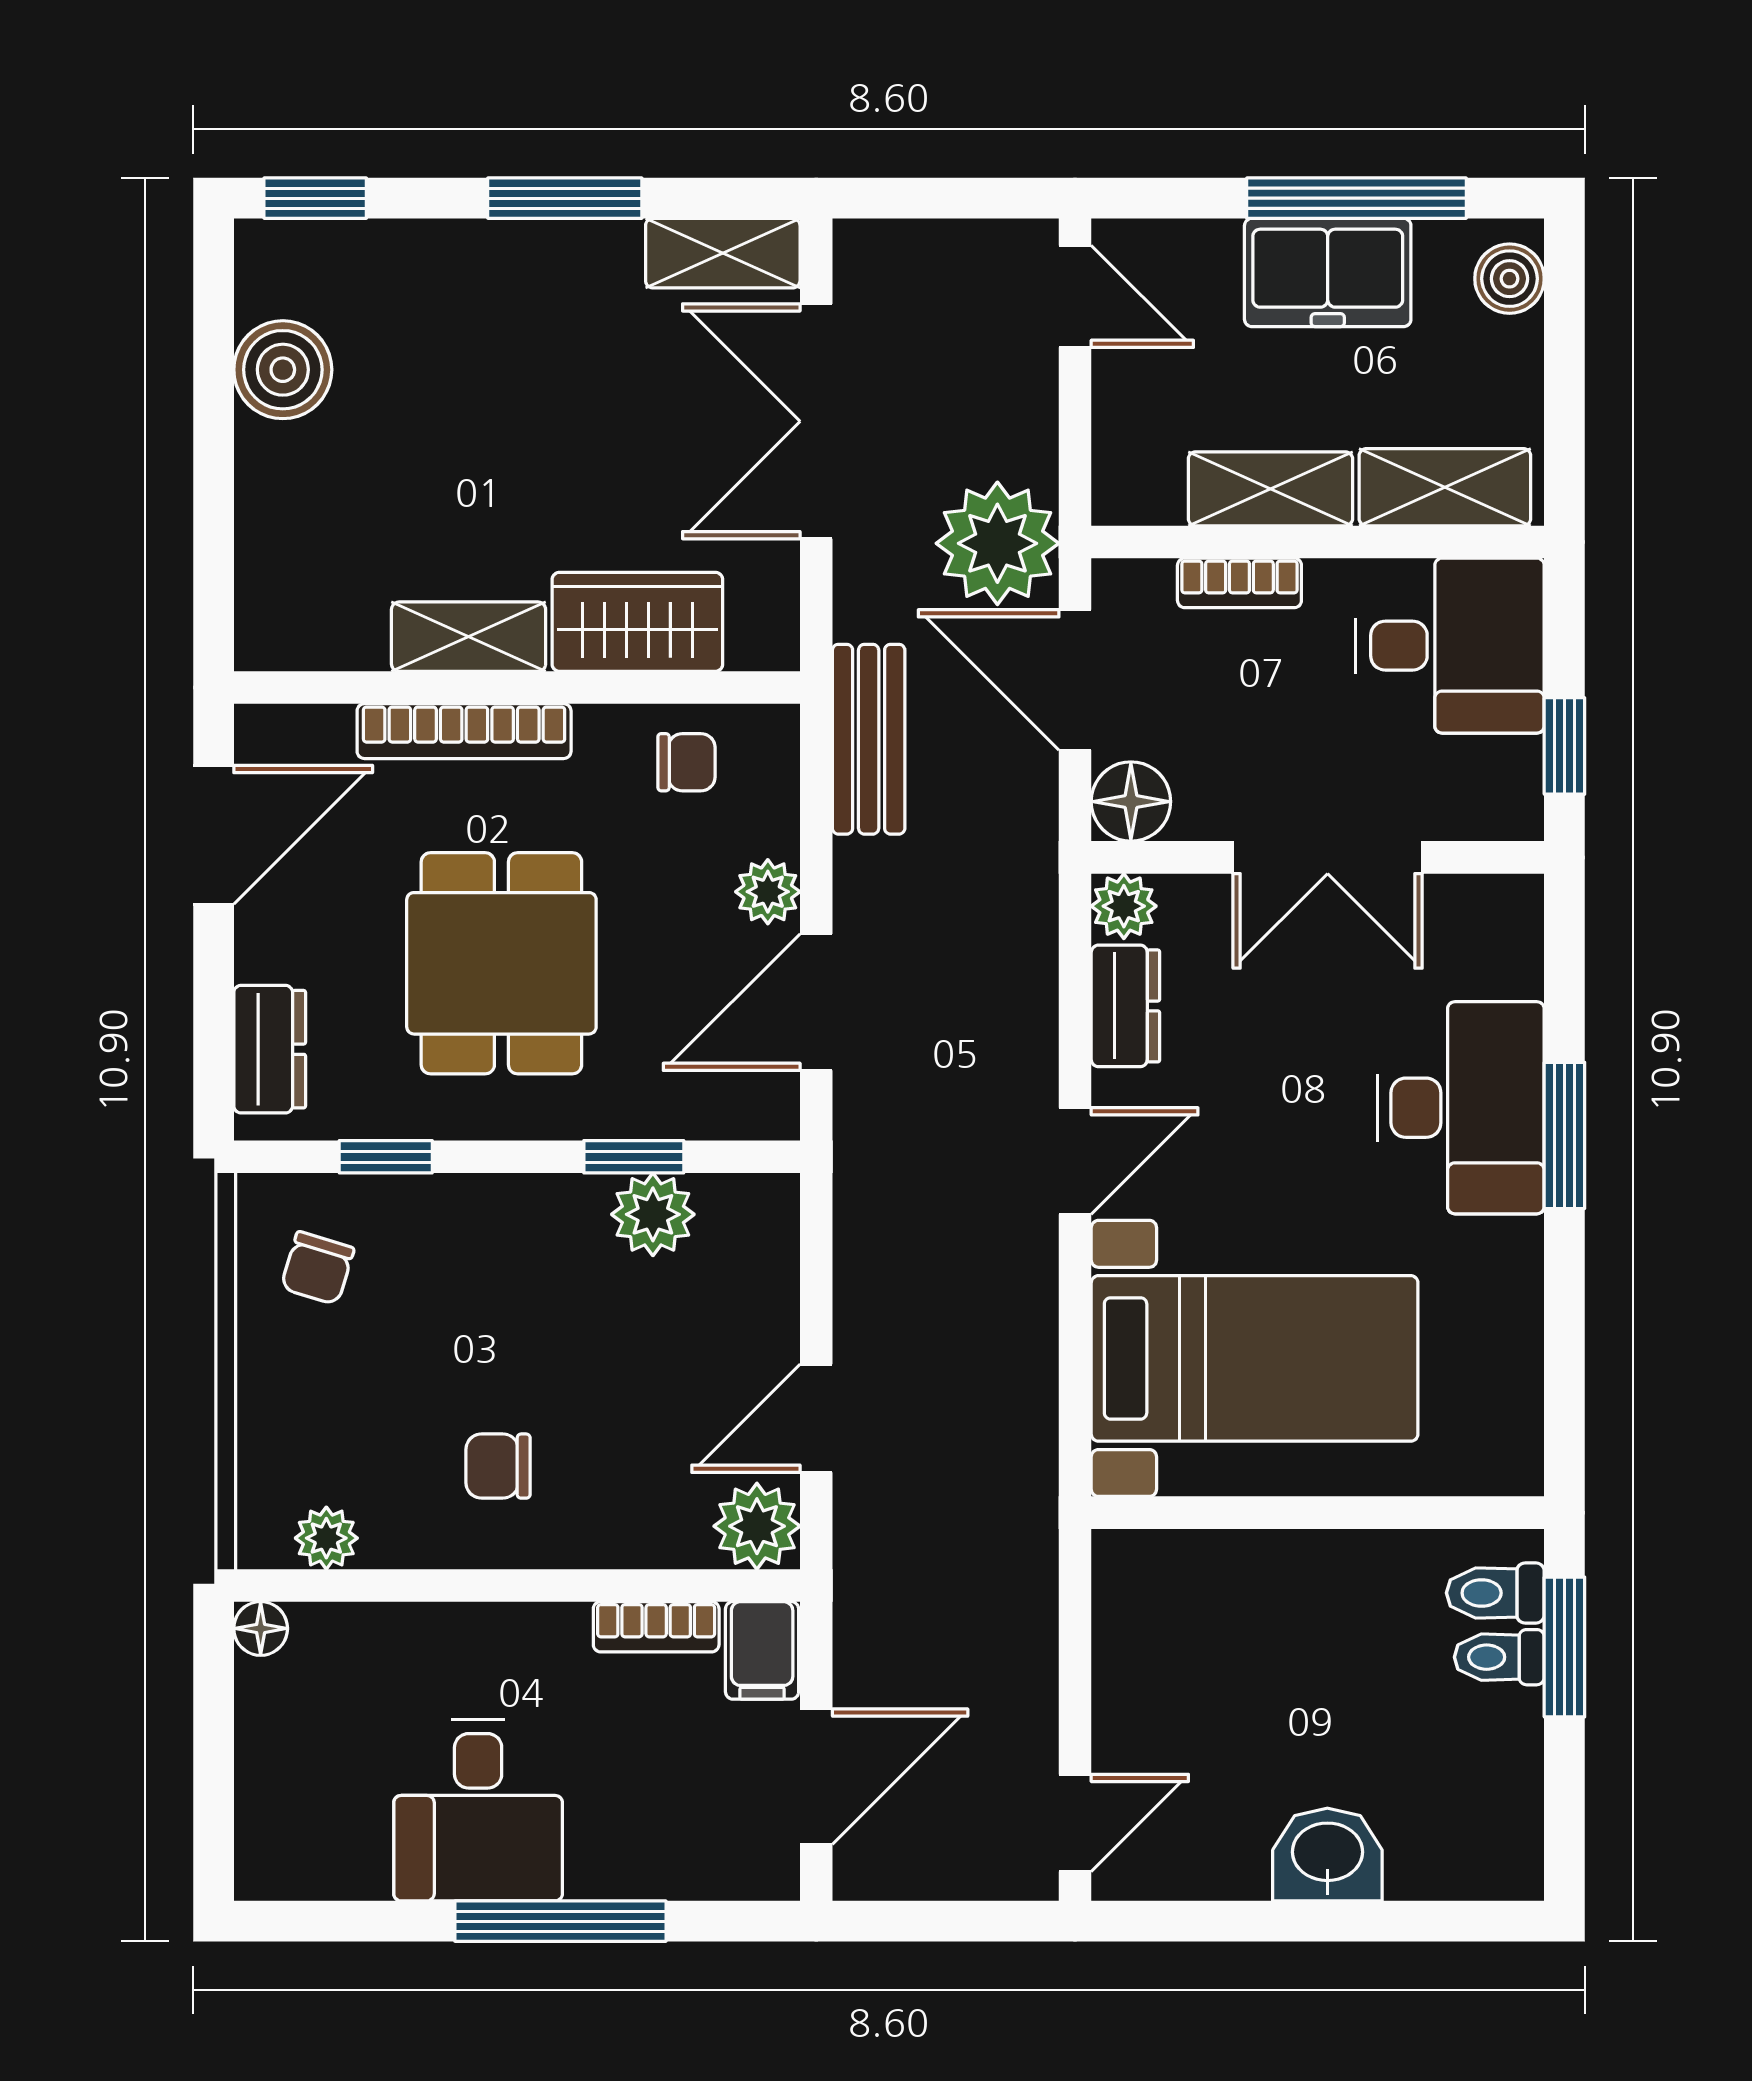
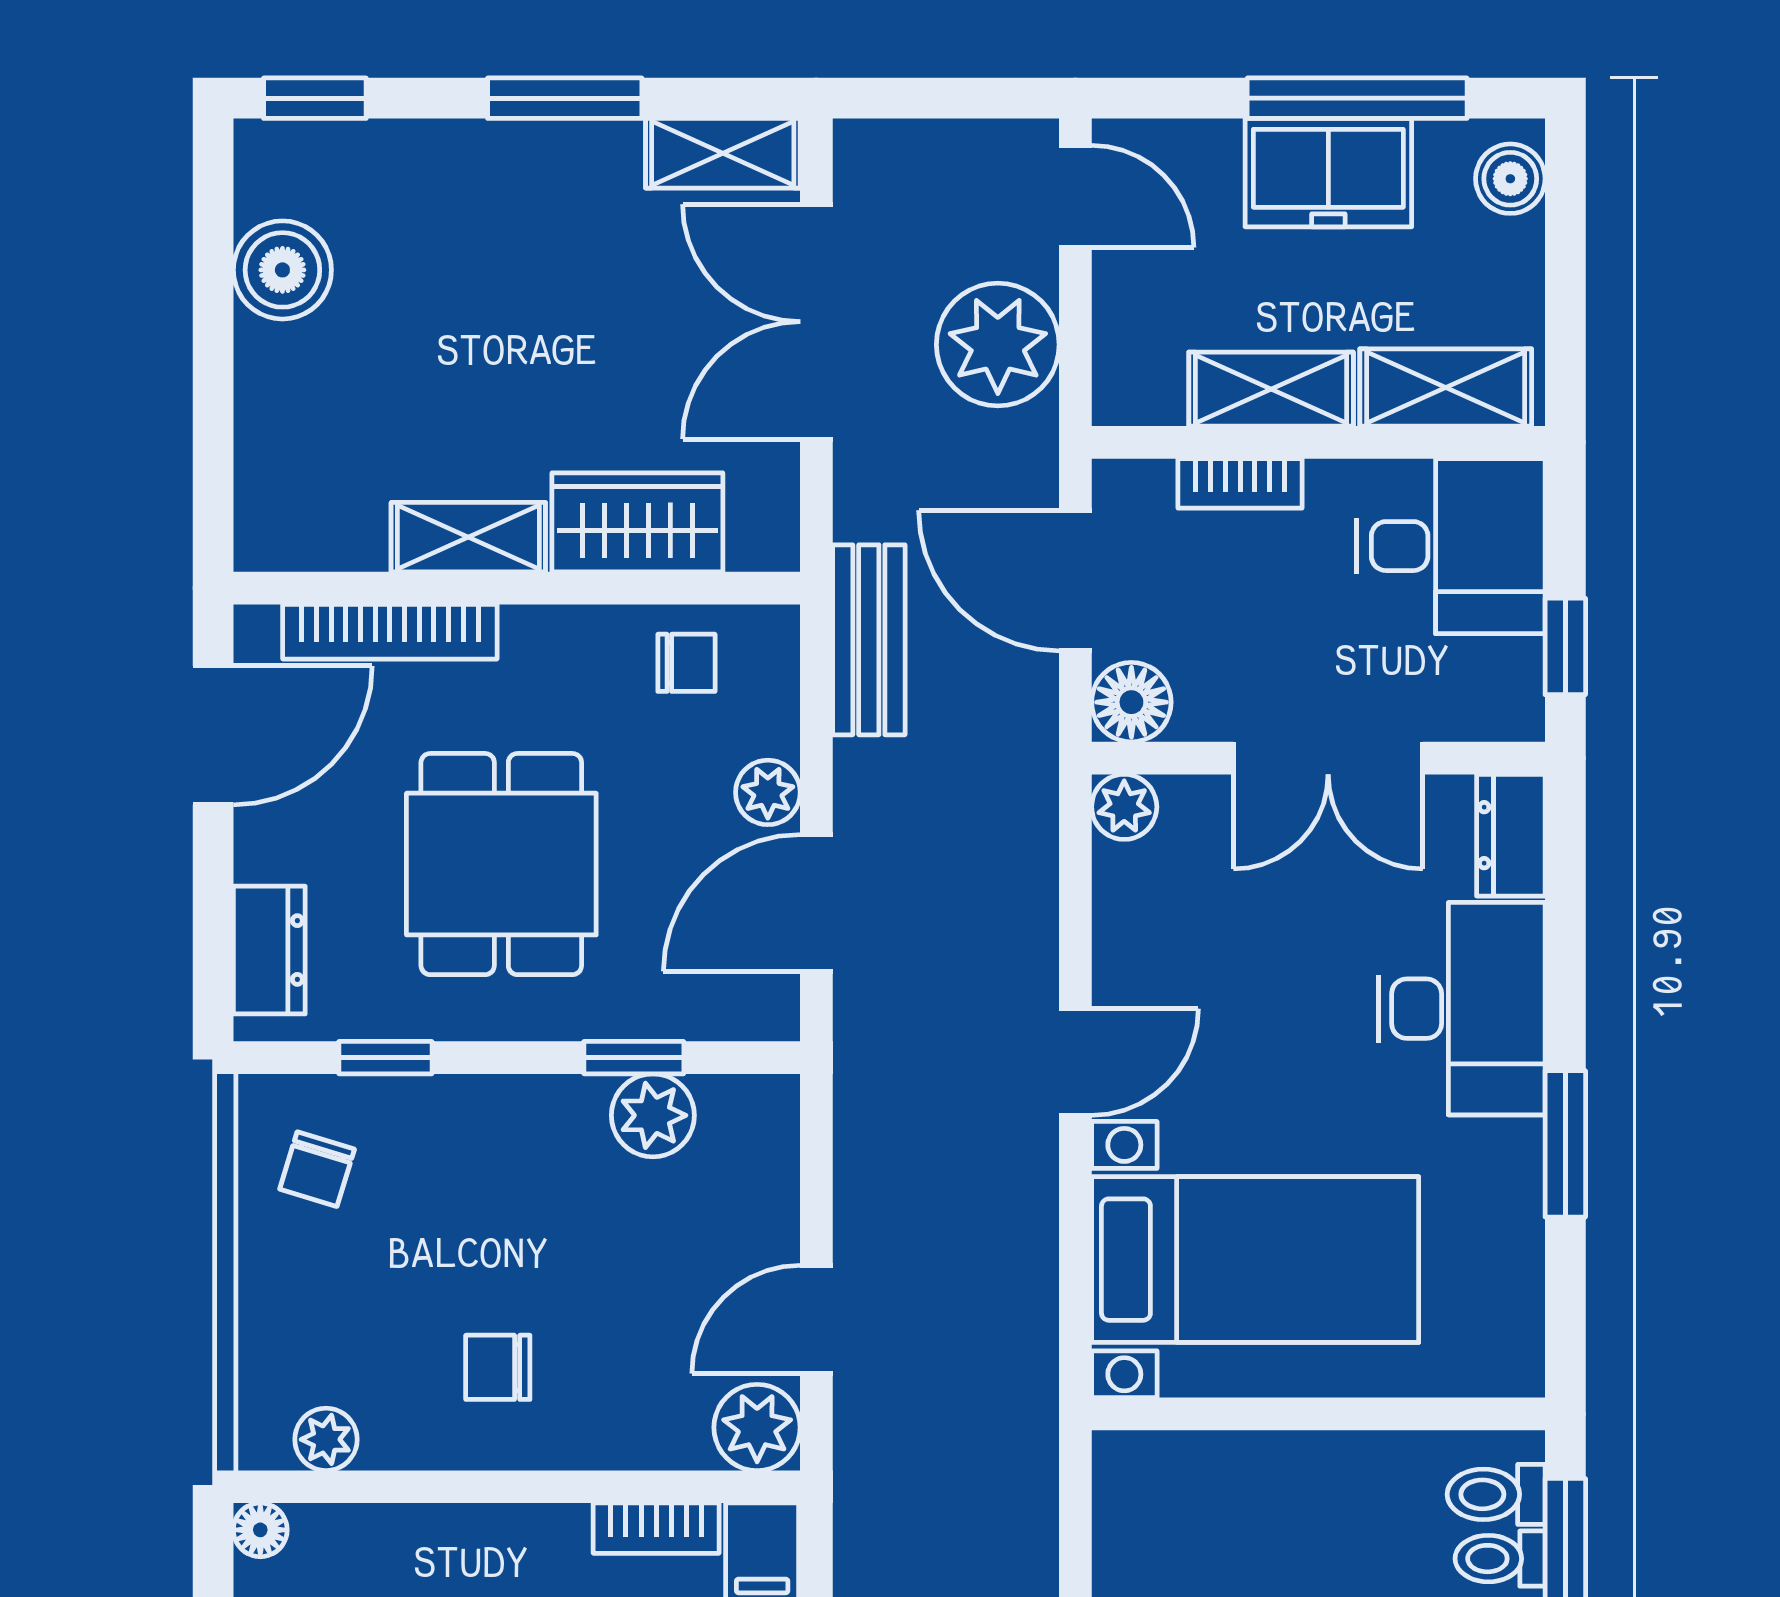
plant: (997, 543) -> (998, 345), moved
bookcase: (464, 731) -> (390, 632), moved
dresser: (1125, 1006) -> (1511, 835), moved, turned 180
window: (1564, 1135) -> (1565, 1144), moved

